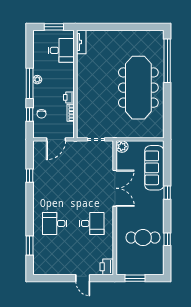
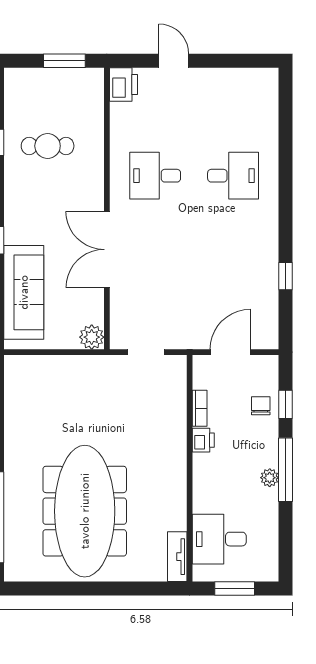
meeting table: (138, 88) -> (85, 511), moved
cafe table: (143, 238) -> (48, 146), width x0.73, depth x0.74
window: (30, 245) -> (286, 129), removed

